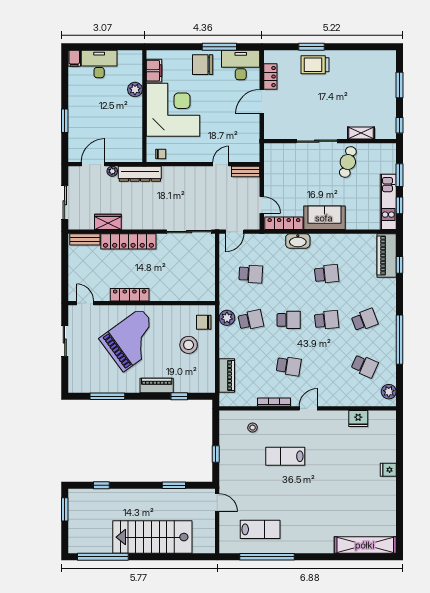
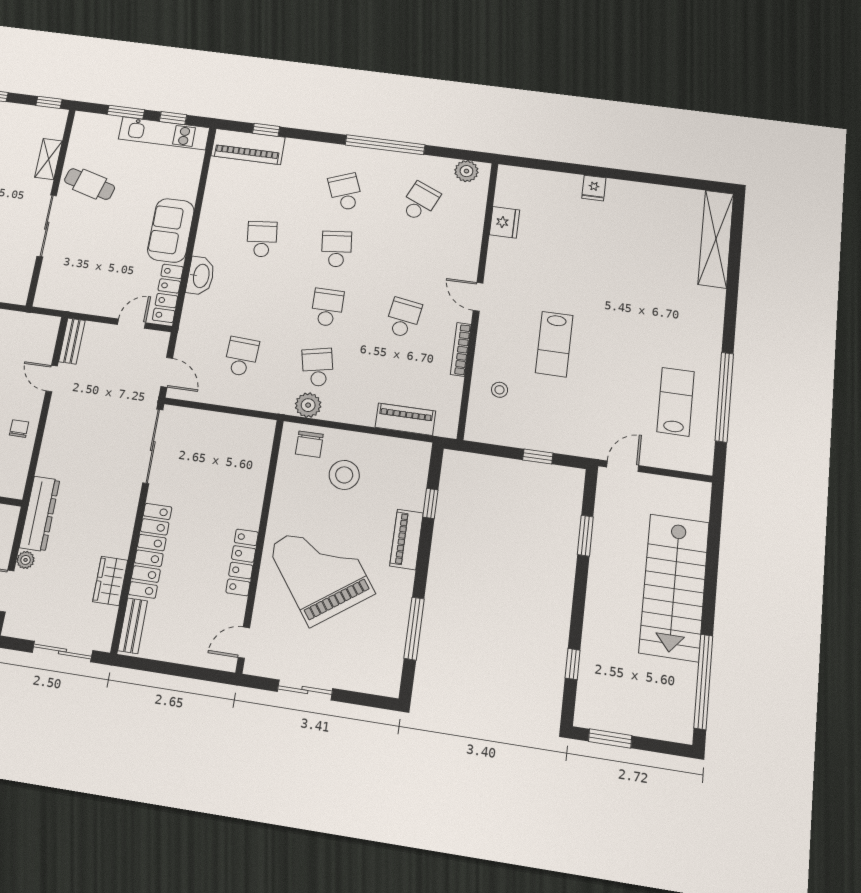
chair: (161, 154) -> (19, 429), moved

